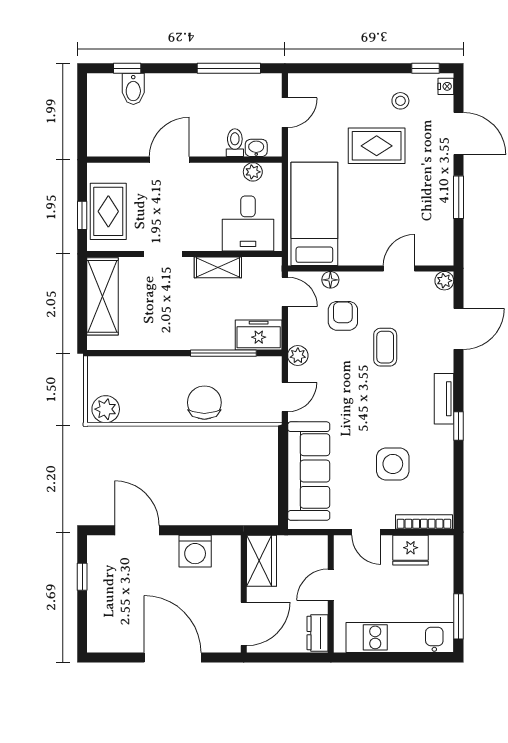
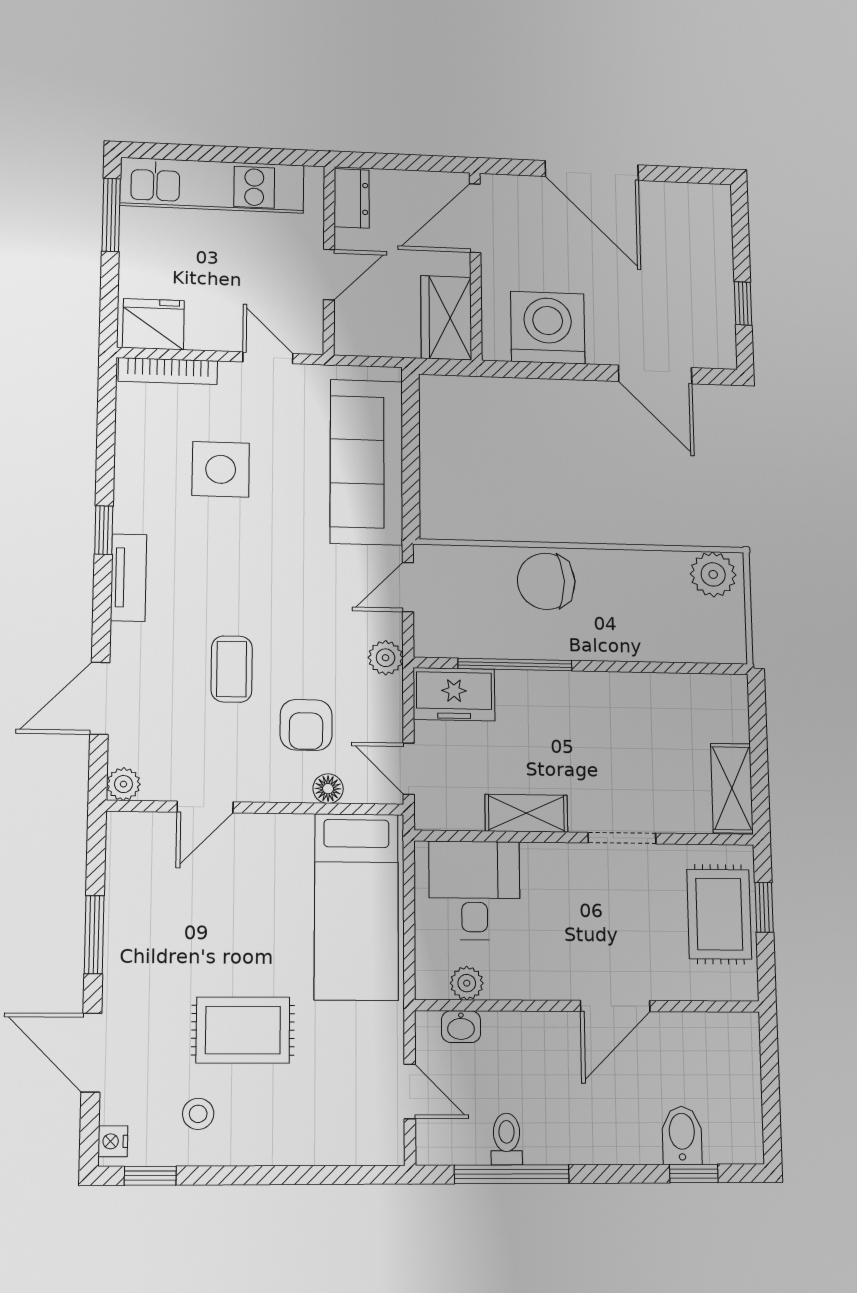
door: (285, 113) -> (410, 1091), swing flipped
toilet: (235, 143) -> (507, 1139), moved, turned 180
shelving: (103, 296) -> (732, 788), width x0.67, depth x0.75
chair: (204, 403) -> (546, 581), turned 88
fridge: (411, 550) -> (153, 324), moved
washing machine: (195, 551) -> (548, 328), width x1.37, depth x1.37

